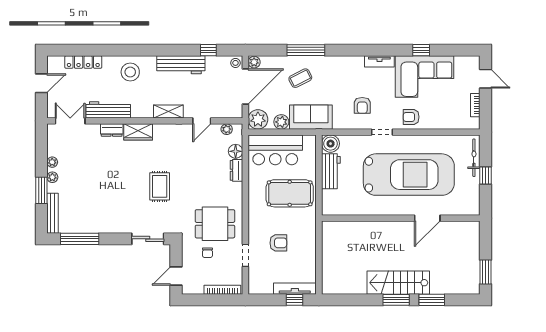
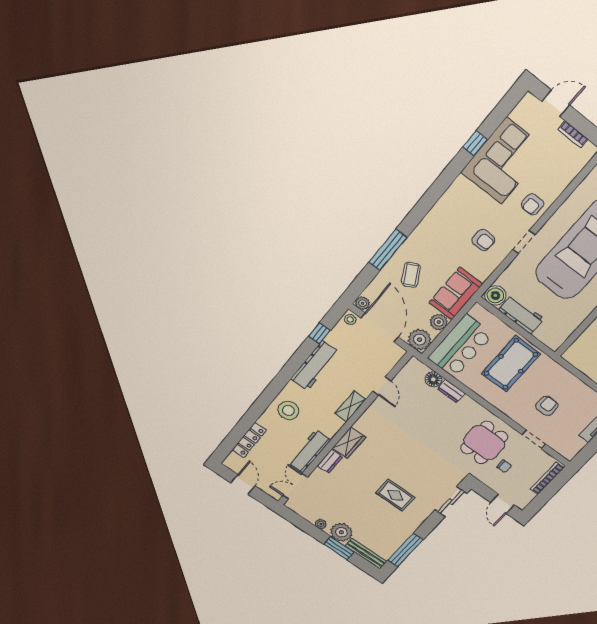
tv unit: (379, 61) -> (454, 192), removed
plant: (227, 129) -> (407, 372), removed
plant: (52, 177) -> (341, 532), width x1.88, depth x1.88
rug: (160, 186) -> (395, 495), moved

